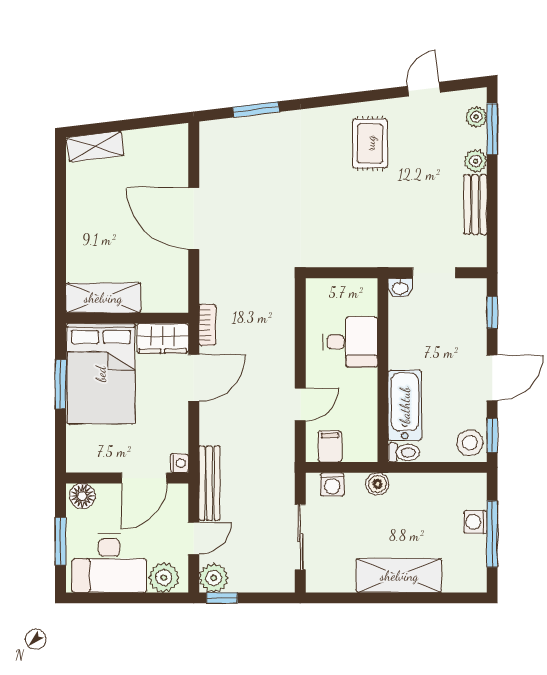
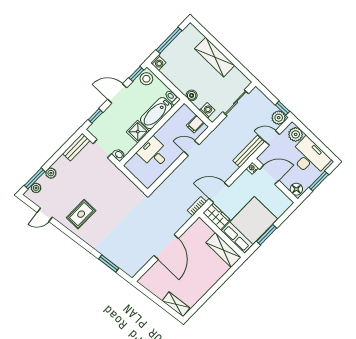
bench: (475, 205) -> (76, 147), moved
shower: (405, 351) -> (138, 132), added
washing machine: (475, 522) -> (158, 63), moved

